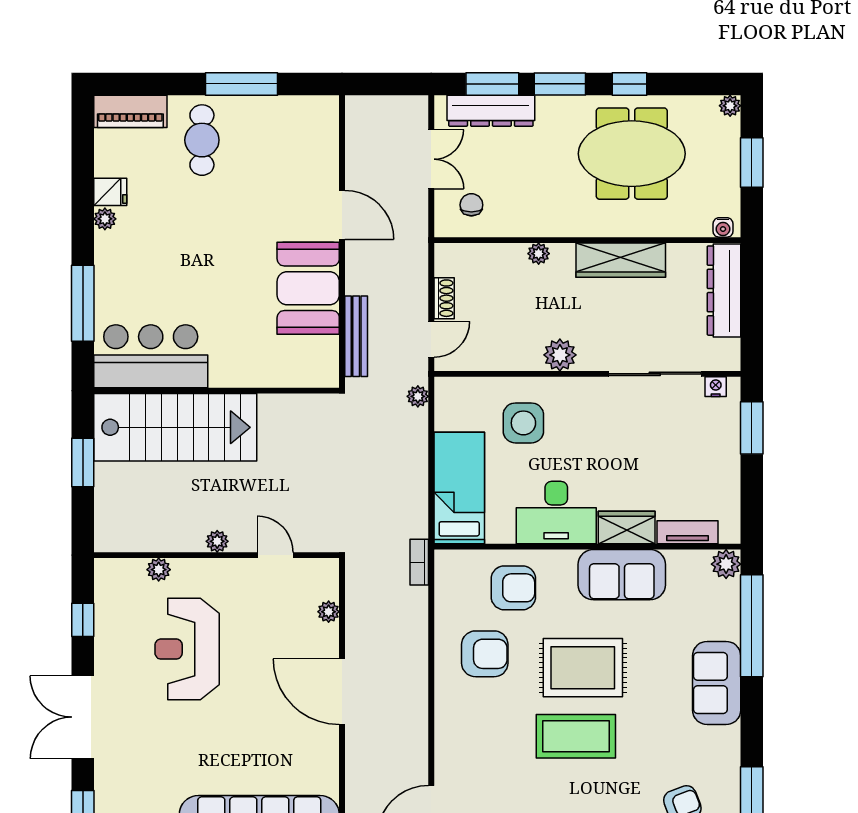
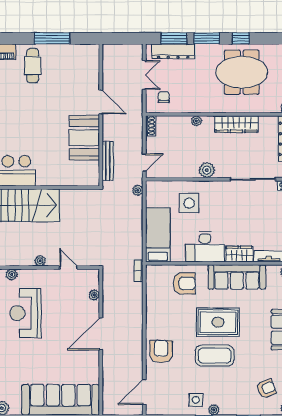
shoe rack: (444, 298) -> (150, 126), moved
sofa: (622, 575) -> (237, 277), width x1.36
armchair: (485, 654) -> (161, 351), moved, turned -90
door: (342, 692) -> (101, 334), hinge flipped

